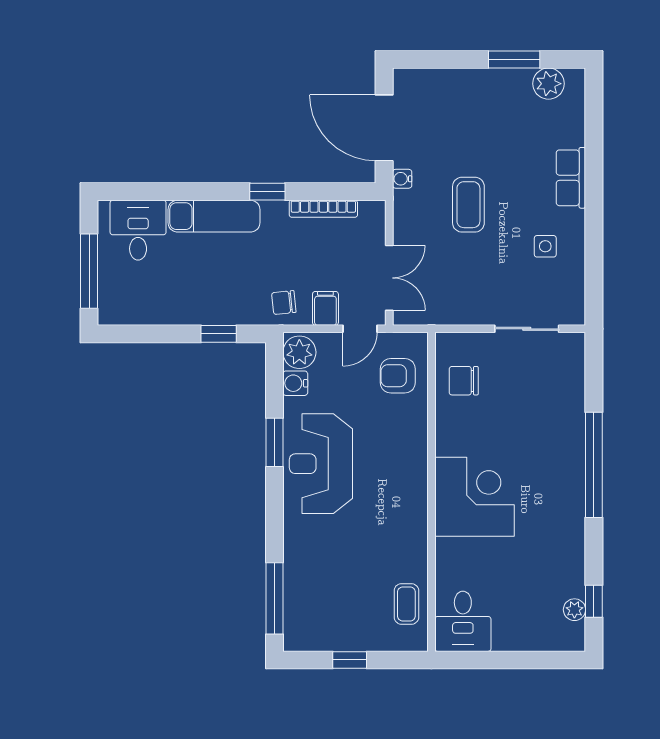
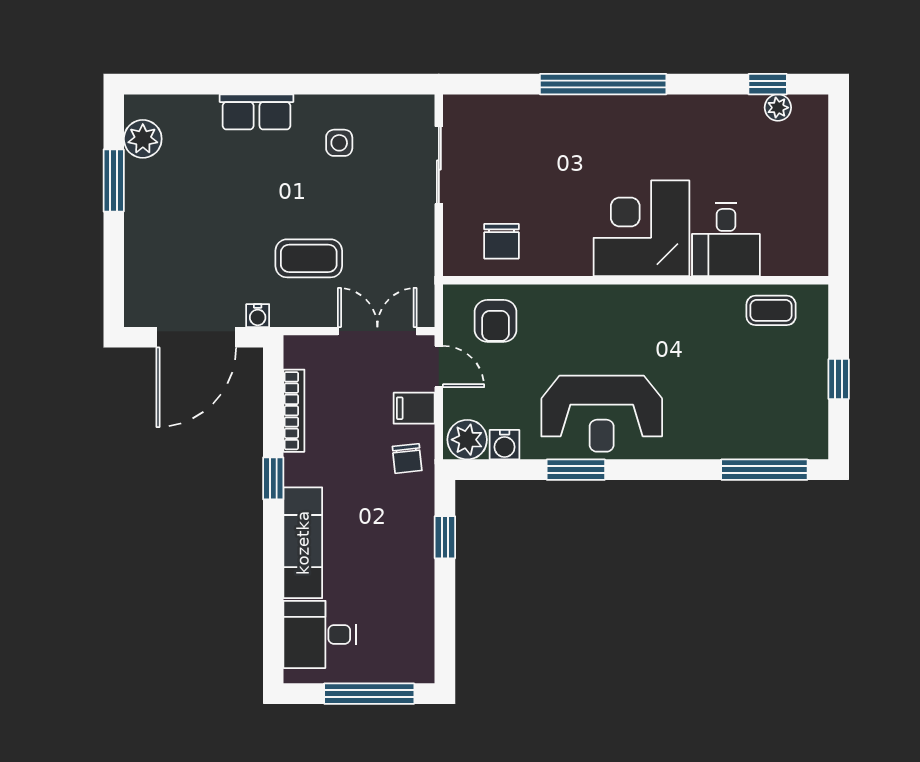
coffee table: (468, 205) -> (309, 258), moved
desk: (463, 621) -> (726, 240), moved, turned 90

